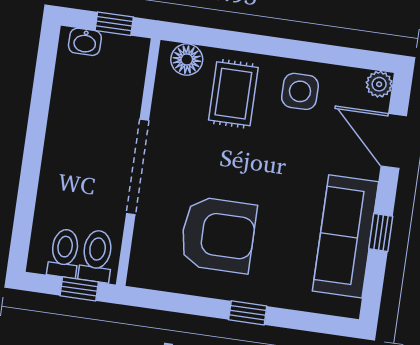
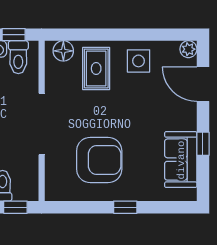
sofa: (345, 236) -> (181, 160), width x0.73
toilet: (97, 256) -> (18, 57), moved, turned 180

